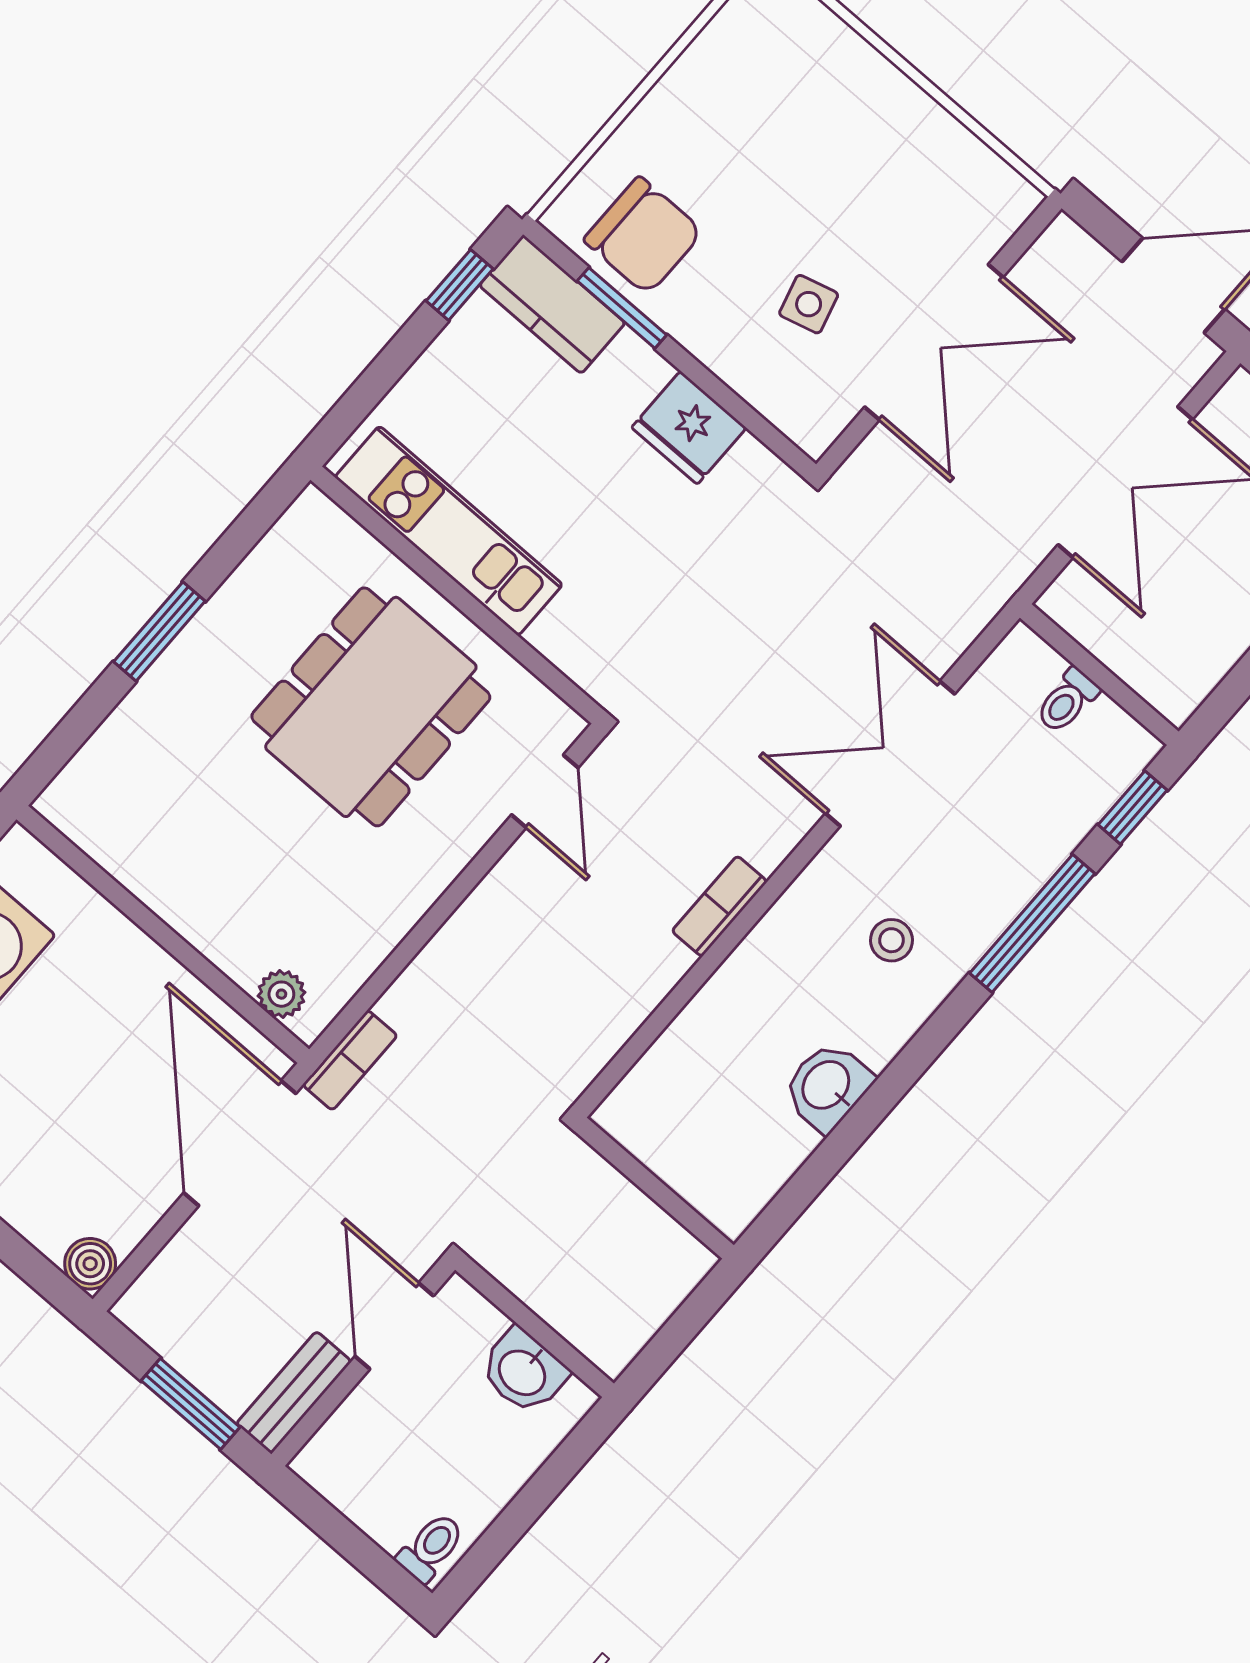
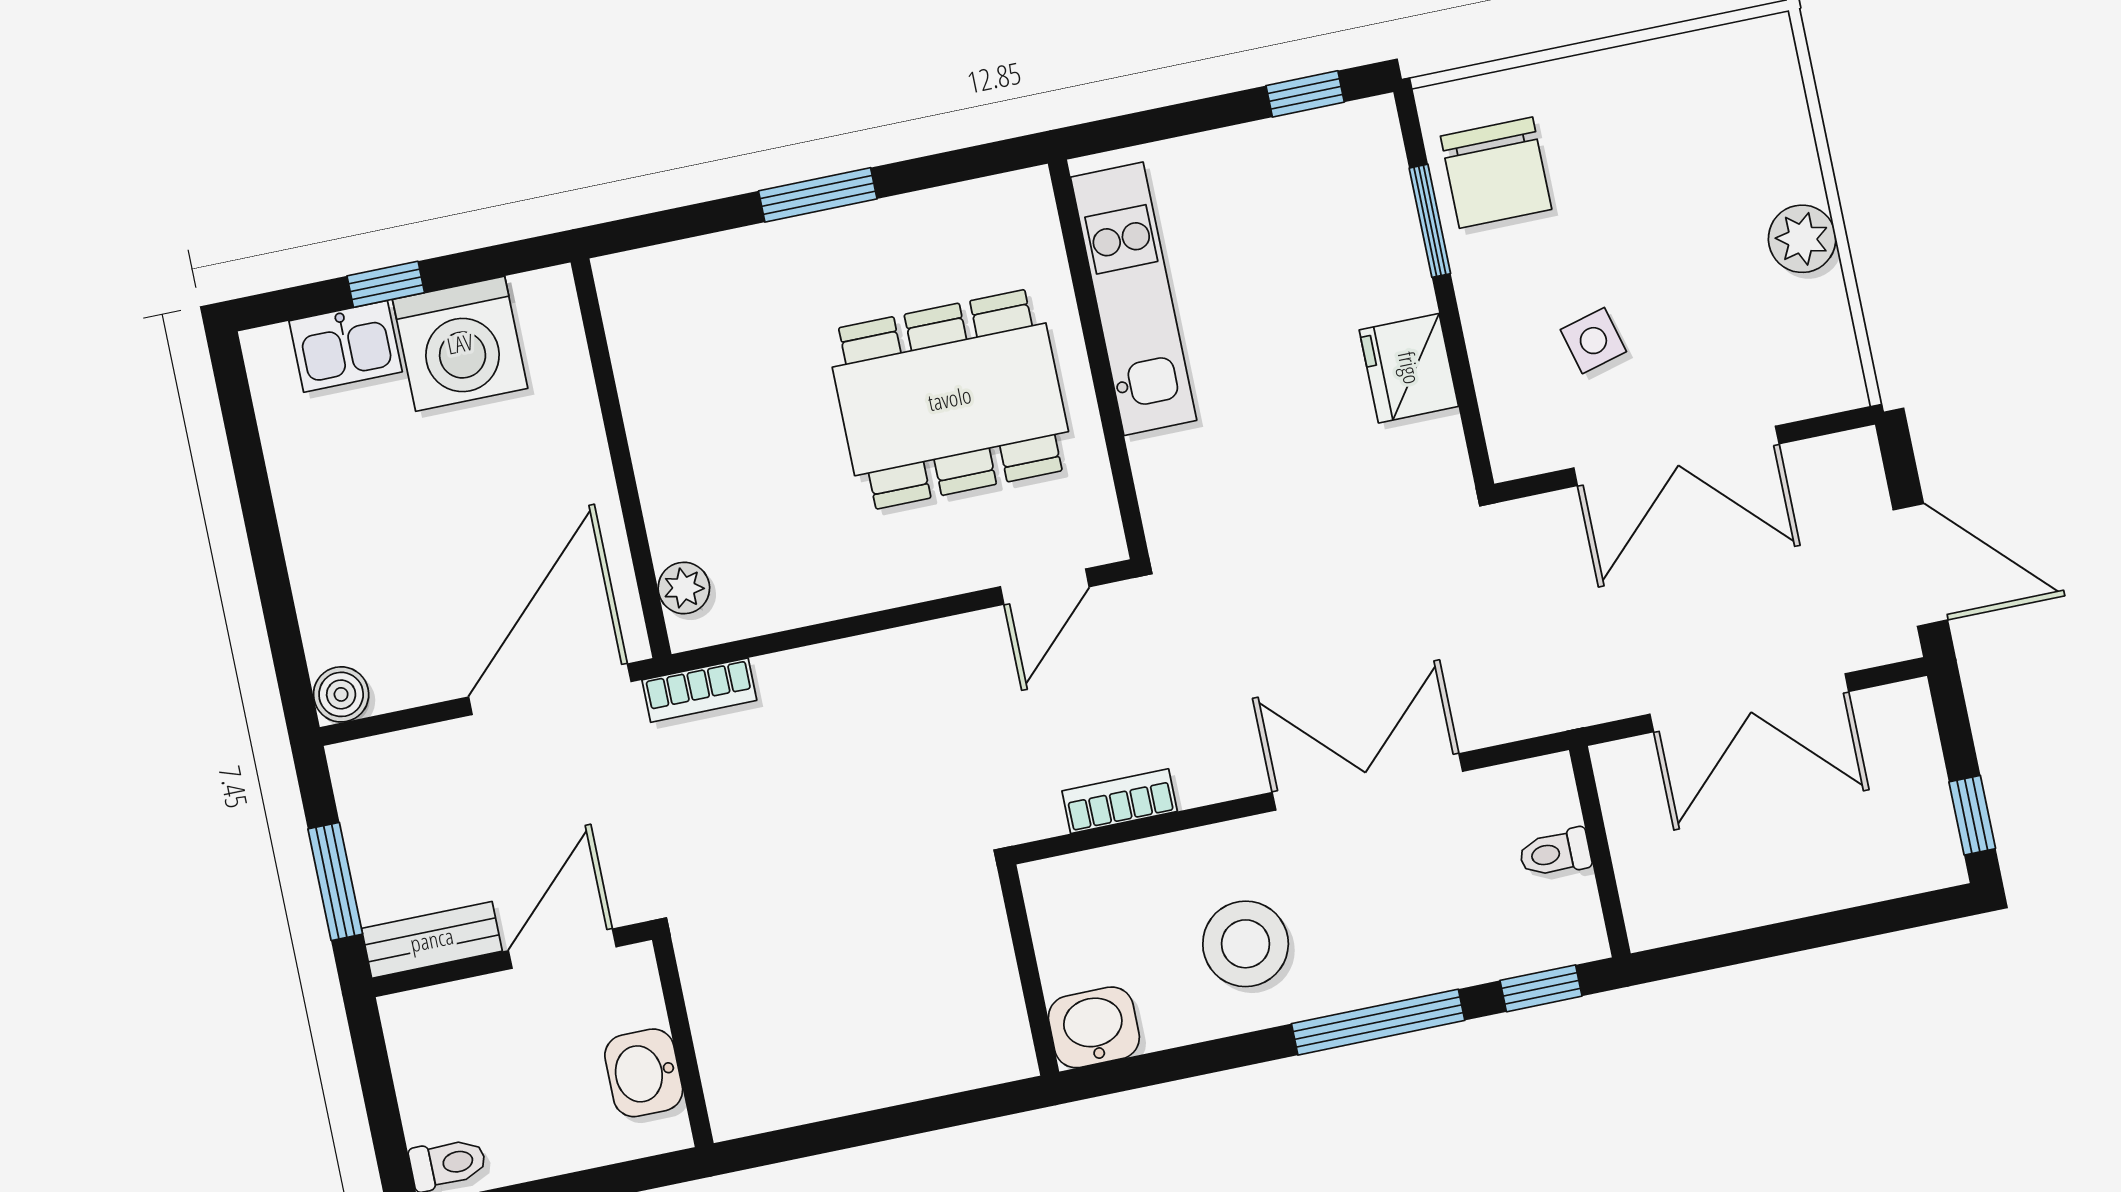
plant: (904, 113) -> (1802, 239), added
kitchen counter: (552, 304) -> (1372, 172), removed
stool: (892, 940) -> (1246, 944), width x1.89, depth x1.89
wall: (654, 1188) -> (1028, 970), moved

